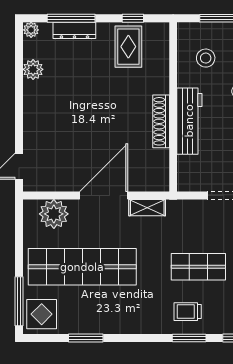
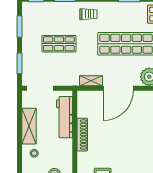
workbench: (189, 121) -> (65, 117), moved
trolley: (188, 312) -> (88, 14), moved

